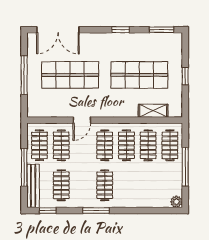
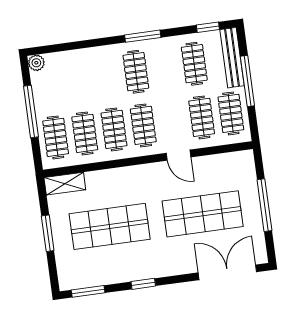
window: (185, 76) -> (48, 233), width x1.50
shelving: (153, 111) -> (65, 184), moved
door: (82, 120) -> (179, 155), swing flipped

